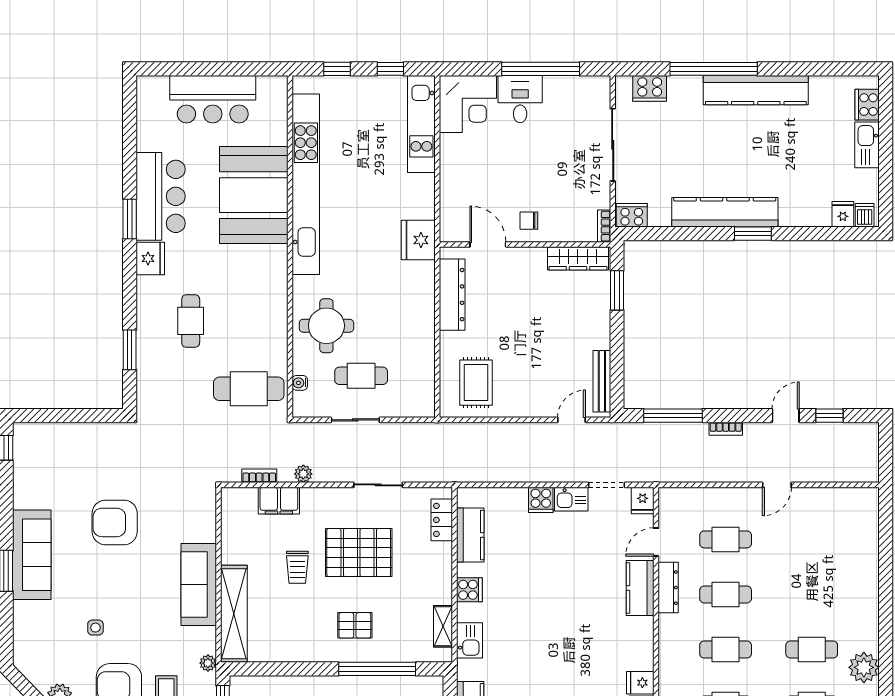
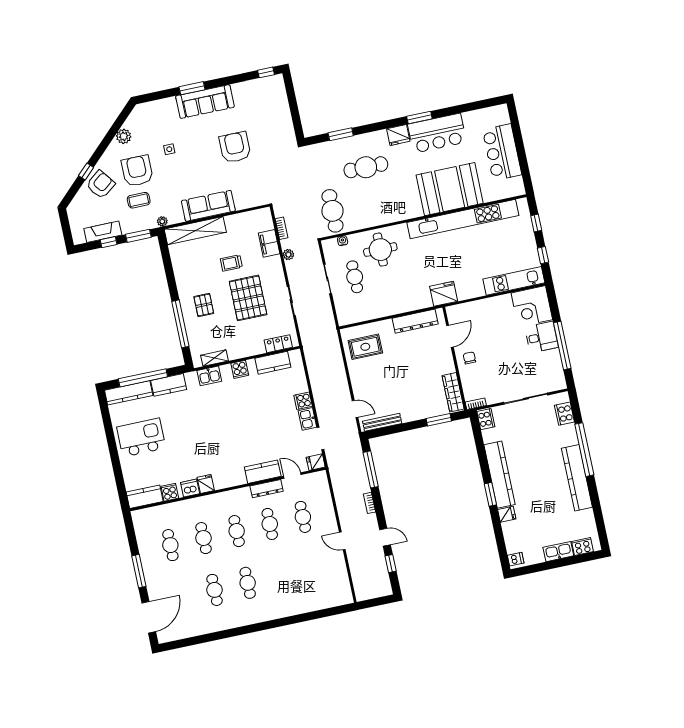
fridge: (843, 214) -> (507, 514), moved
cafe table: (191, 321) -> (366, 167), width x1.37, depth x1.35
plant: (864, 667) -> (243, 617), removed

